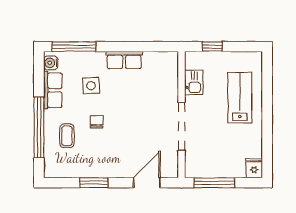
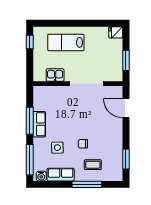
window: (129, 47) -> (30, 121), added
window: (212, 47) -> (30, 42), moved
window: (39, 127) -> (87, 184), width x0.68
window: (94, 183) -> (126, 159), moved
window: (214, 183) -> (126, 60), width x0.69

